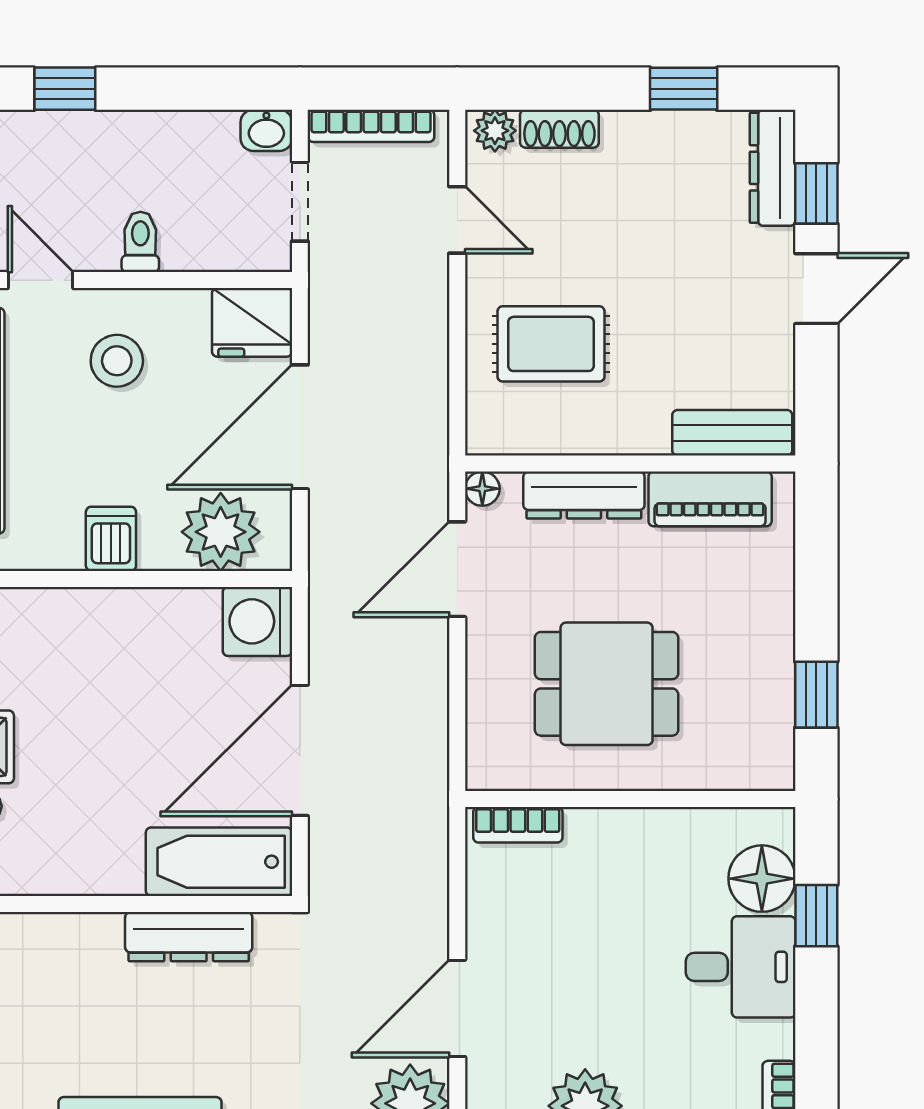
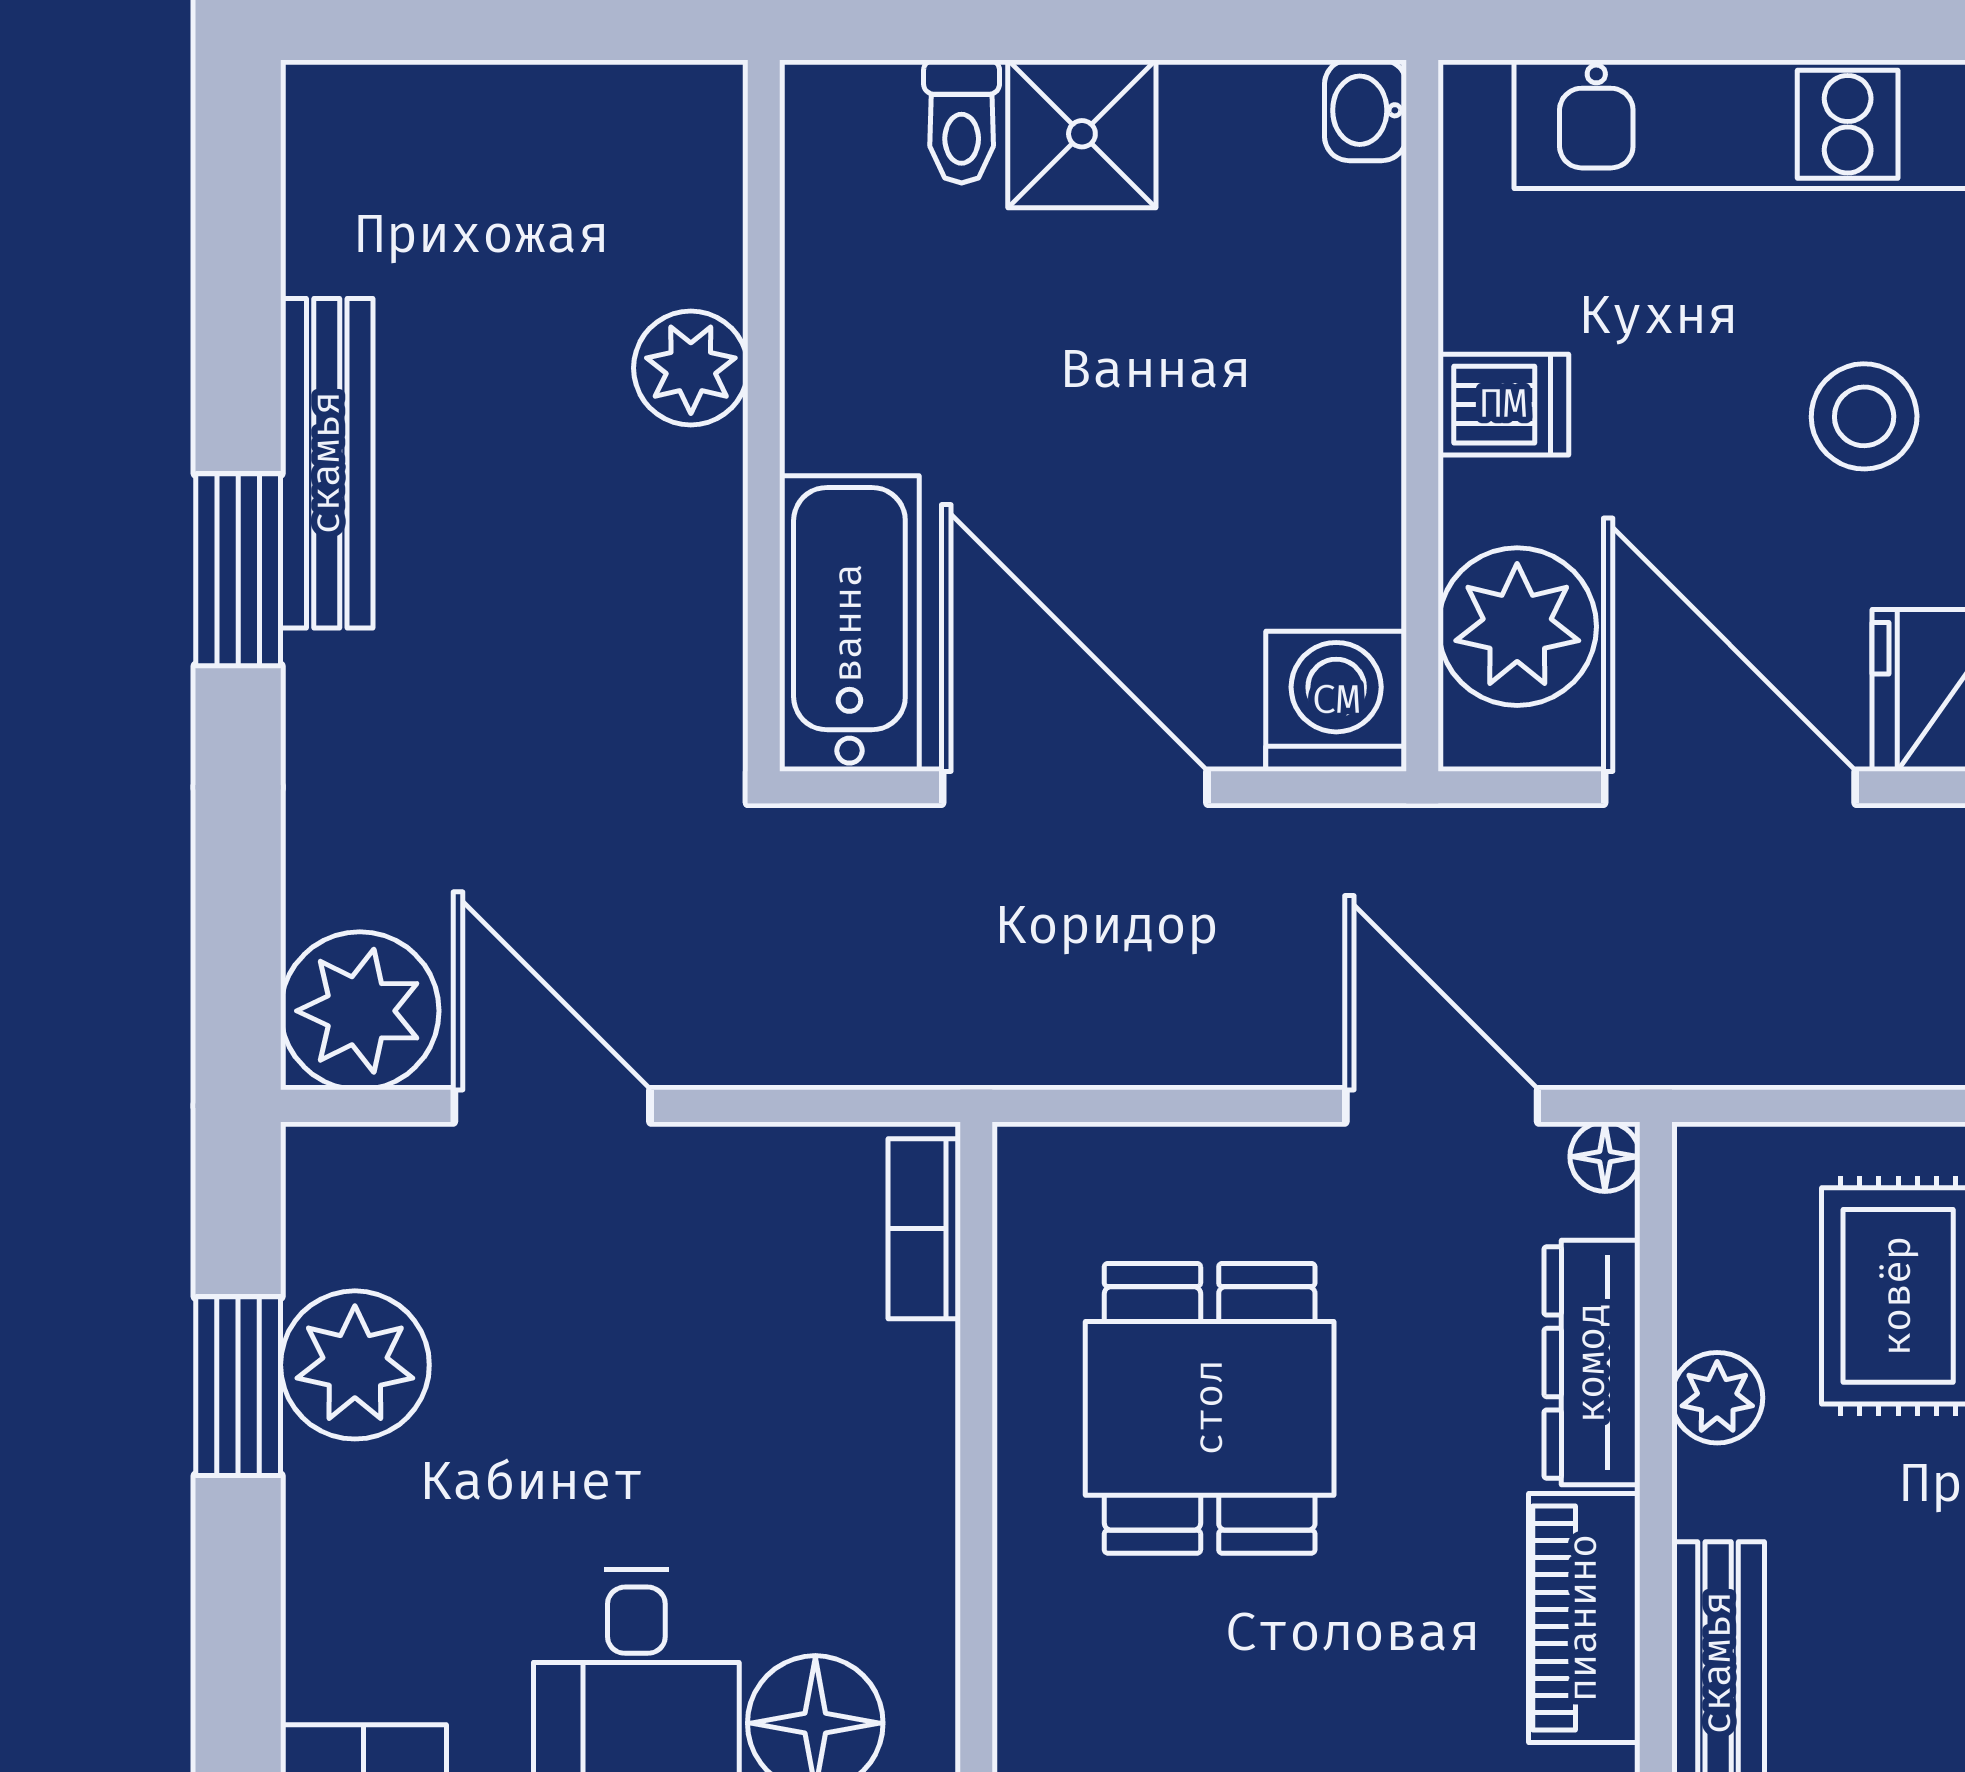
plant: (601, 433) -> (1717, 1398), added
dresser: (189, 937) -> (698, 562), removed
plant: (93, 940) -> (691, 368), added

